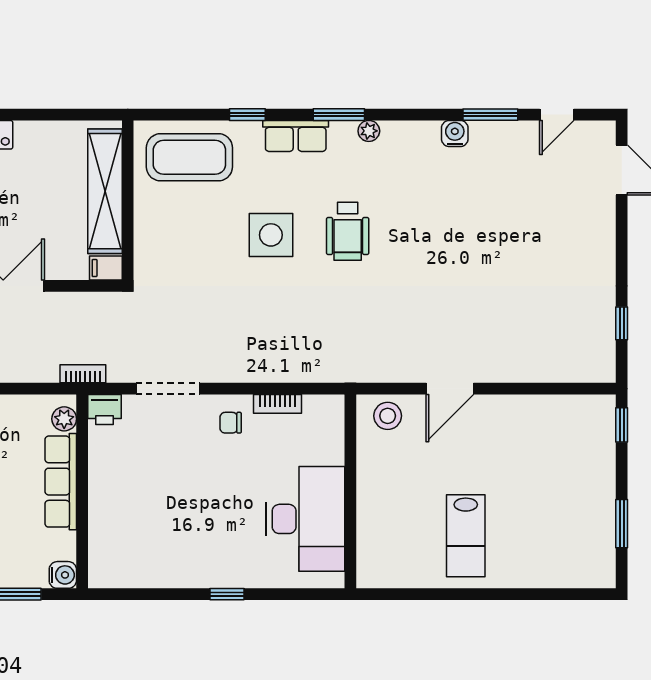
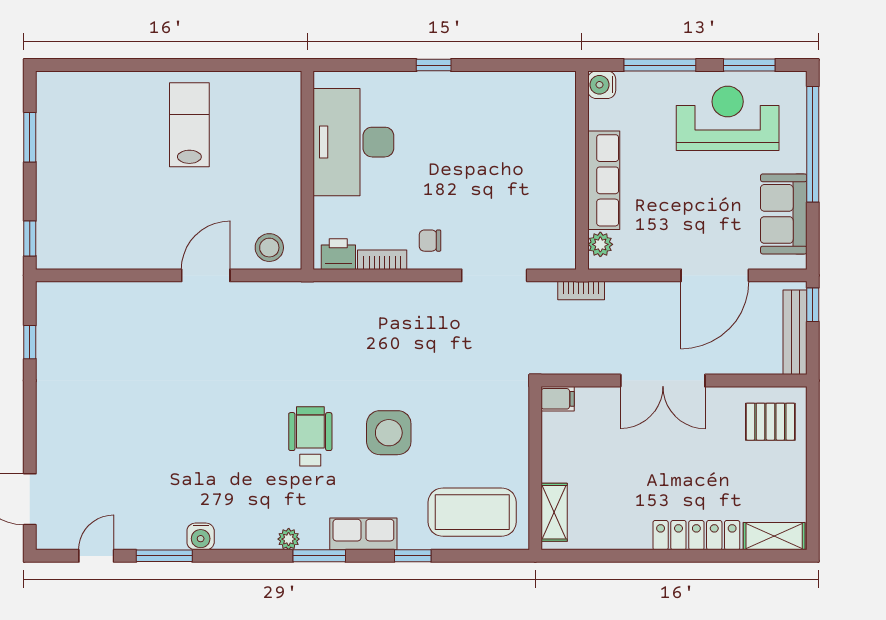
shelving: (105, 191) -> (554, 512), width x0.45, depth x0.75
printer: (104, 409) -> (338, 254), moved
chair: (231, 423) -> (430, 241), turned 180

